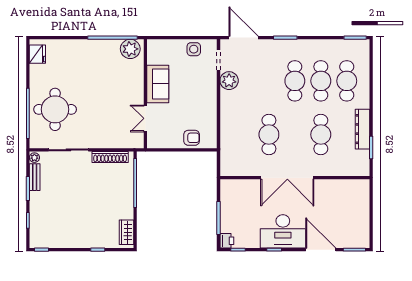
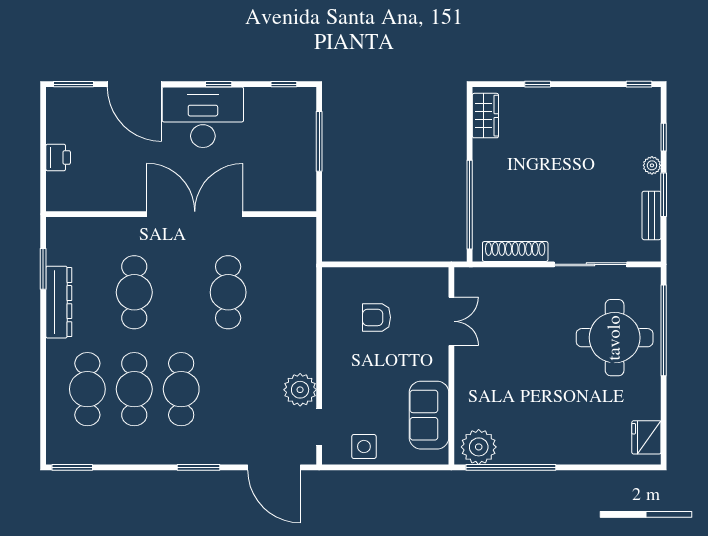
sofa: (158, 84) -> (429, 415), moved
armchair: (192, 138) -> (376, 317), moved
plant: (34, 158) -> (652, 165), moved
printer: (227, 241) -> (58, 158), moved, turned 180

